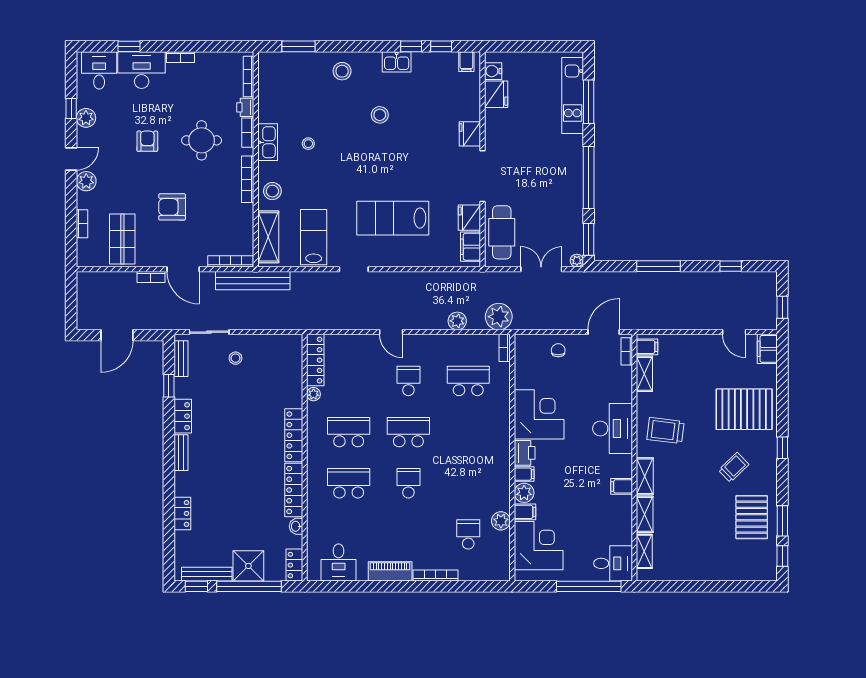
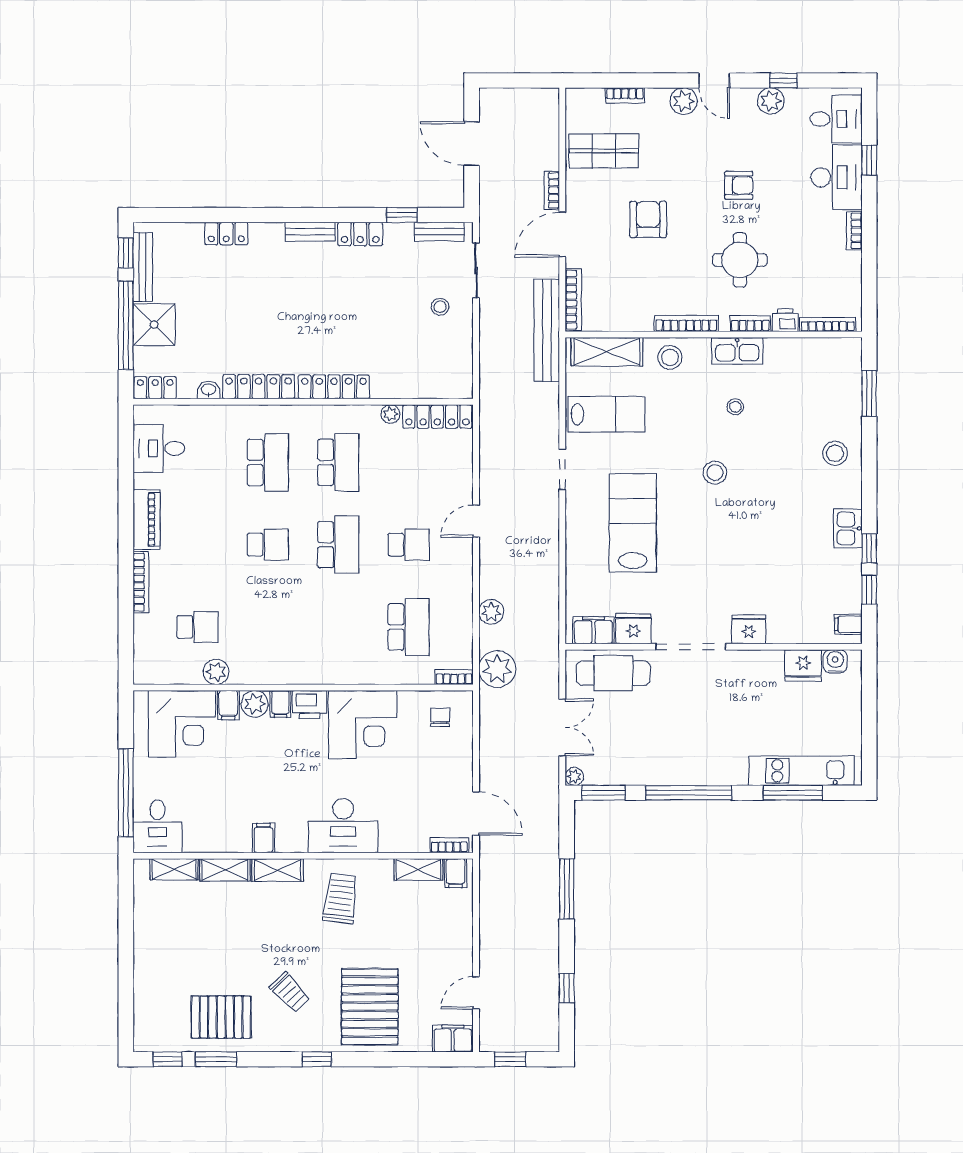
stool: (380, 115) -> (715, 473), moved
chair: (558, 350) -> (440, 717), moved, turned -90

